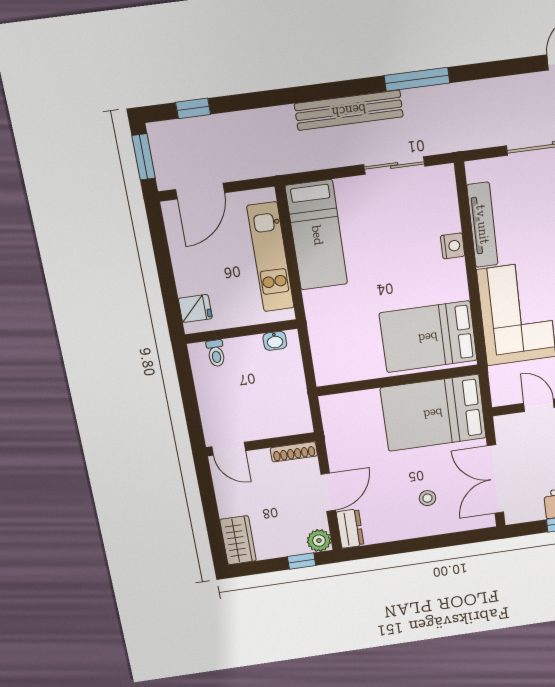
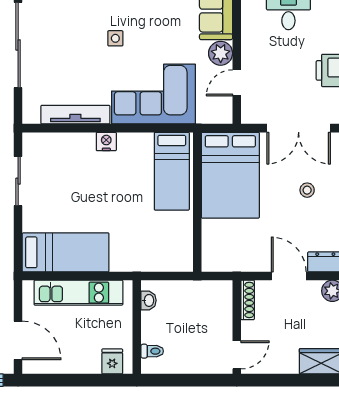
nightstand: (453, 246) -> (106, 141), moved
bed: (428, 337) -> (172, 171), width x0.67

